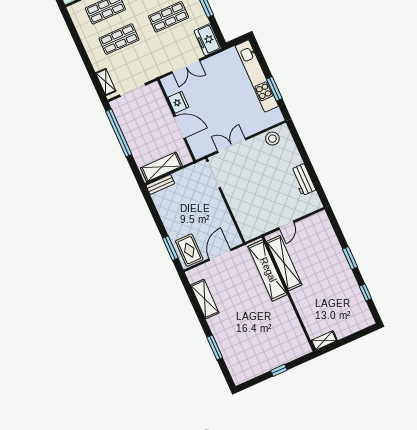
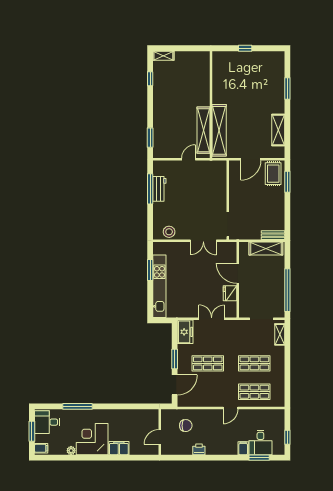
window: (313, 175) -> (150, 189), added
window: (350, 258) -> (150, 138), moved
shelving: (324, 341) -> (163, 56), moved

